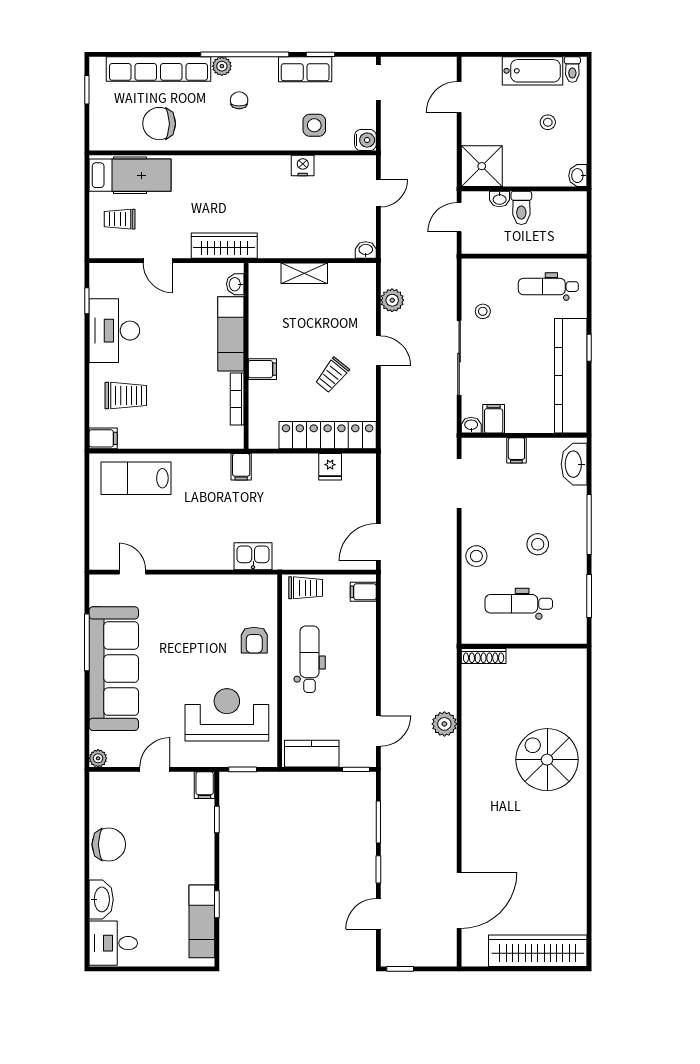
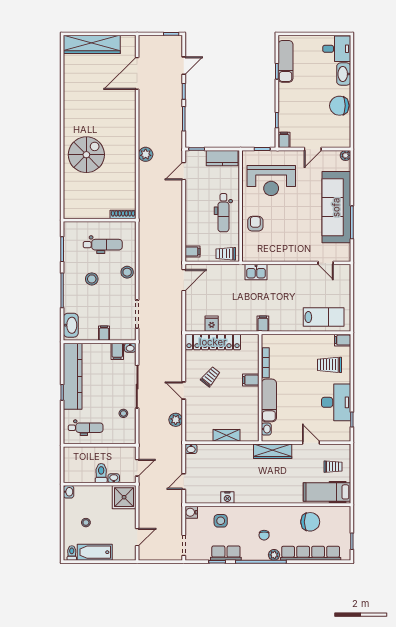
plant: (444, 724) -> (146, 154), moved
spiral stairs: (547, 760) -> (86, 155), turned -90

